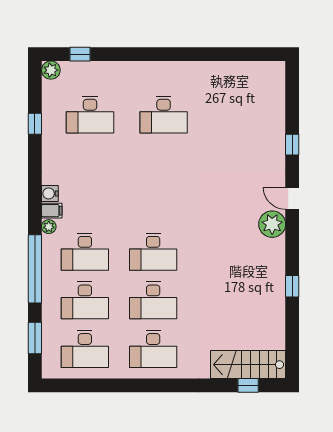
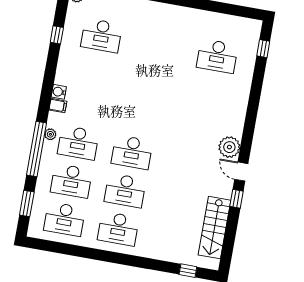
desk: (164, 115) -> (217, 56), moved
window: (292, 145) -> (263, 49), moved
door: (292, 198) -> (241, 172), moved
plant: (49, 227) -> (50, 134), moved
stairs: (248, 365) -> (214, 228), moved, turned -90

